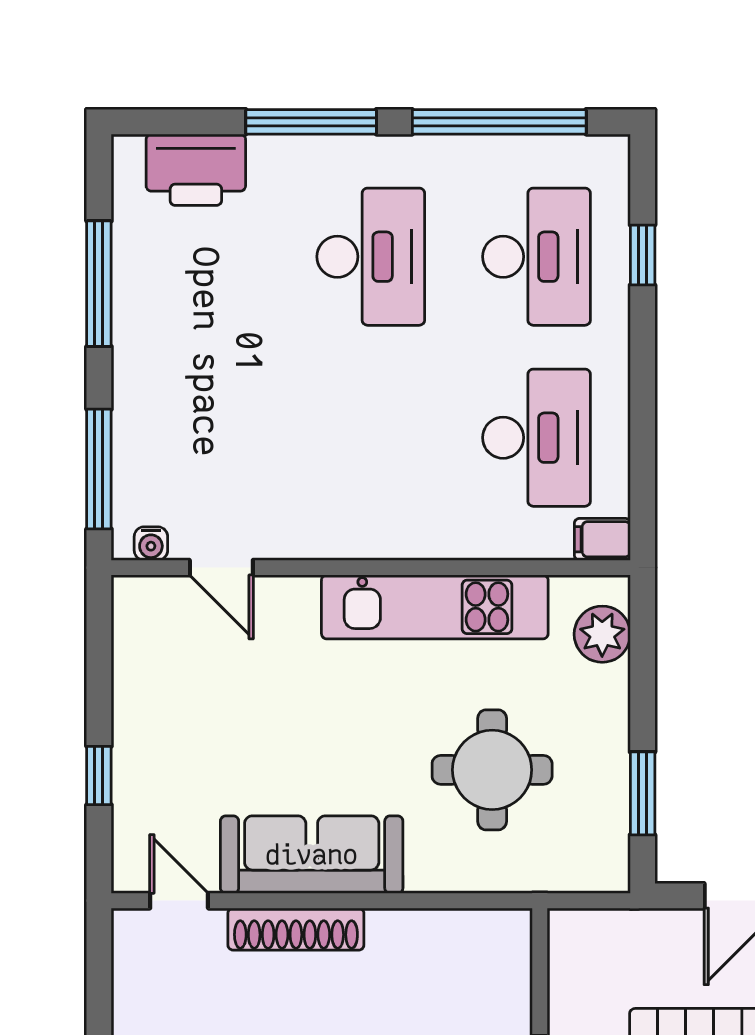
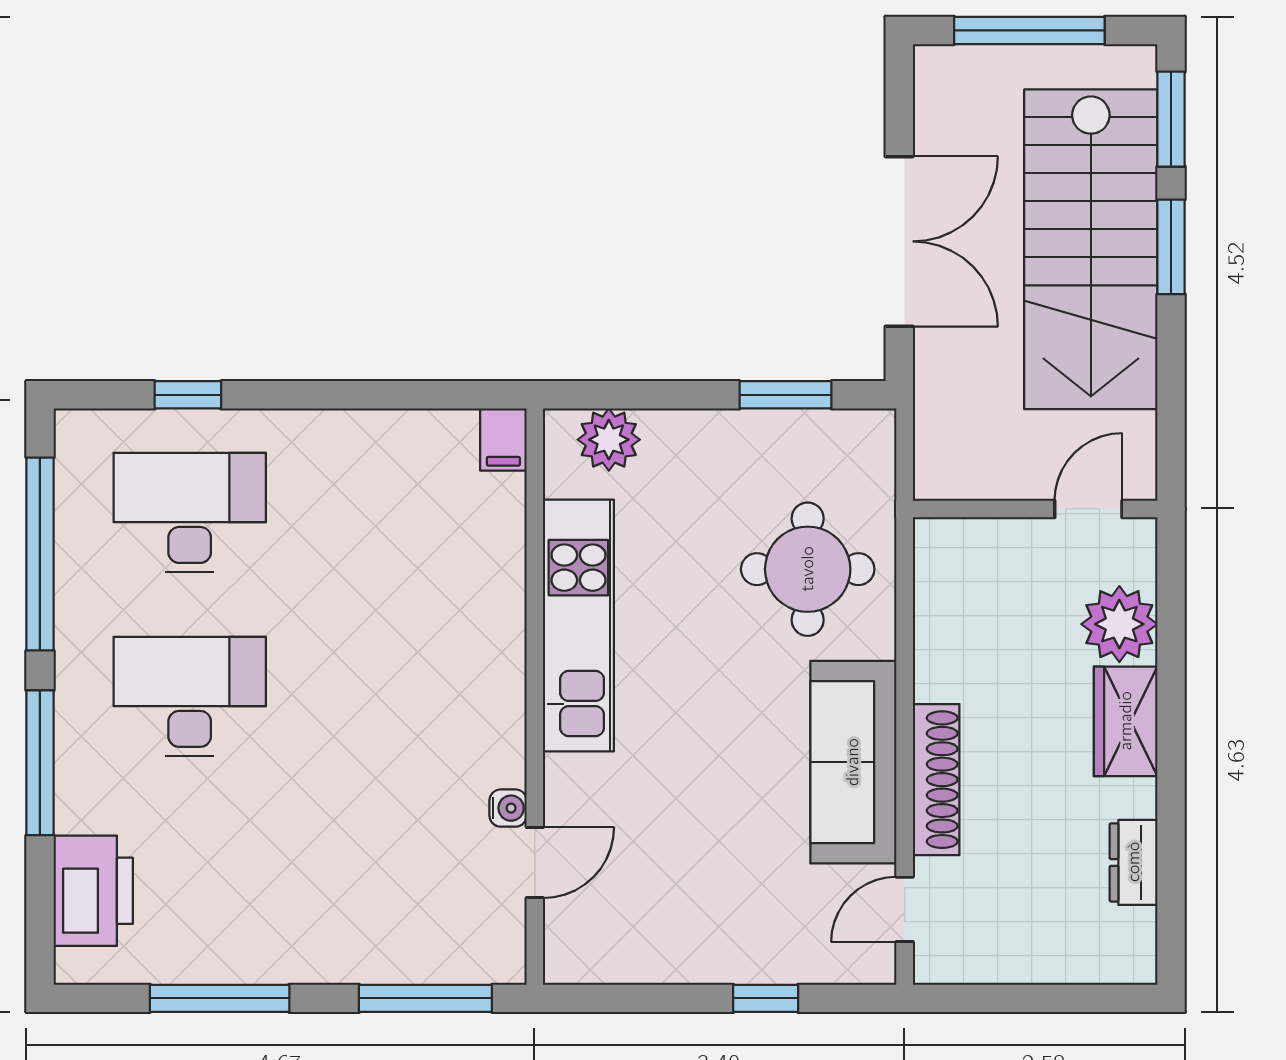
desk: (536, 438) -> (391, 513), removed
water cooler: (151, 544) -> (508, 808), moved
round table: (492, 770) -> (808, 569), moved

